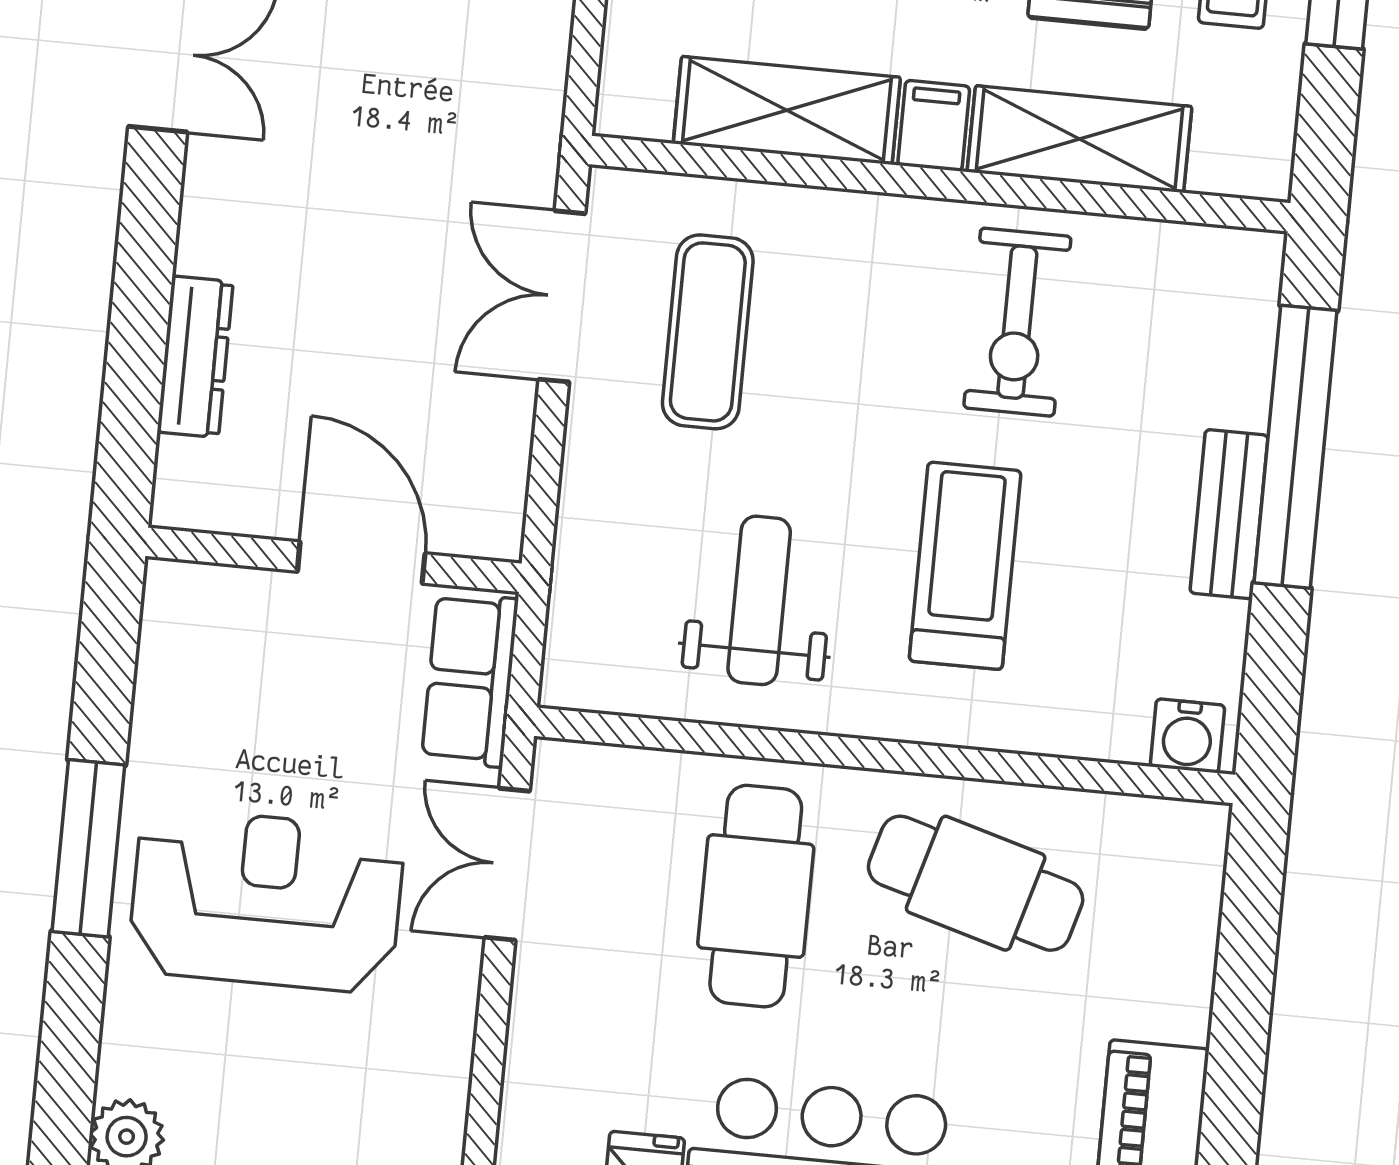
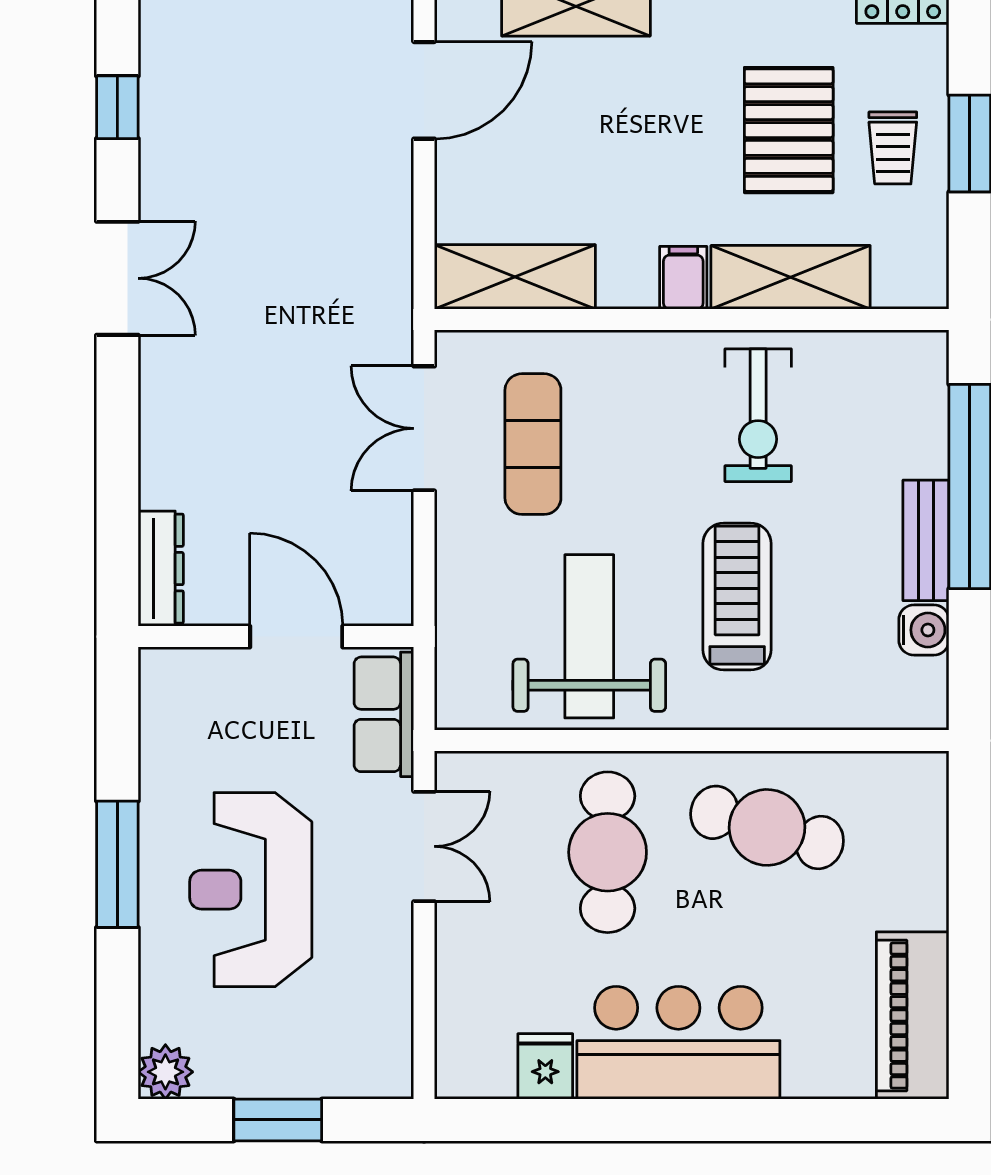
shelving: (787, 110) -> (515, 277), moved
dresser: (195, 357) -> (161, 569), moved
weight bench: (759, 600) -> (589, 636), width x1.36, depth x1.33
water cooler: (1187, 736) -> (924, 630), moved, turned -90
double door: (507, 864) -> (424, 846), swing flipped
reception desk: (266, 900) -> (251, 890), turned -90

